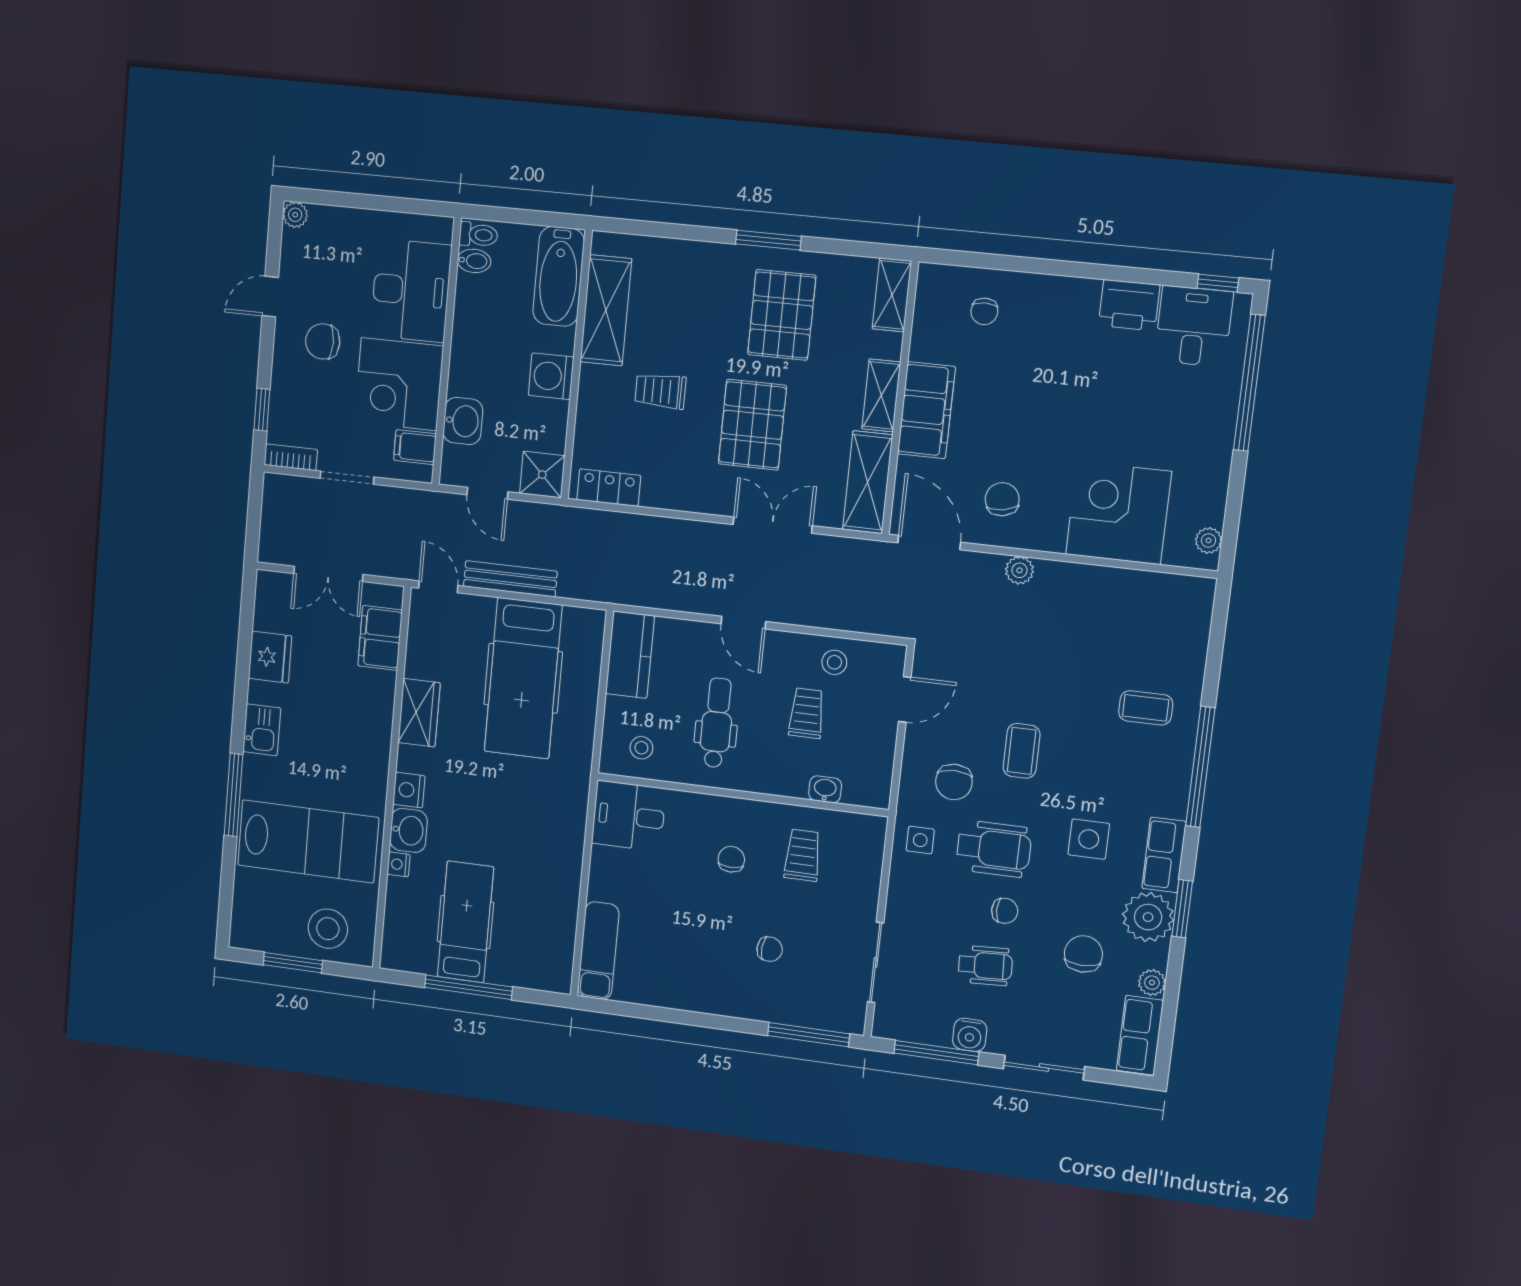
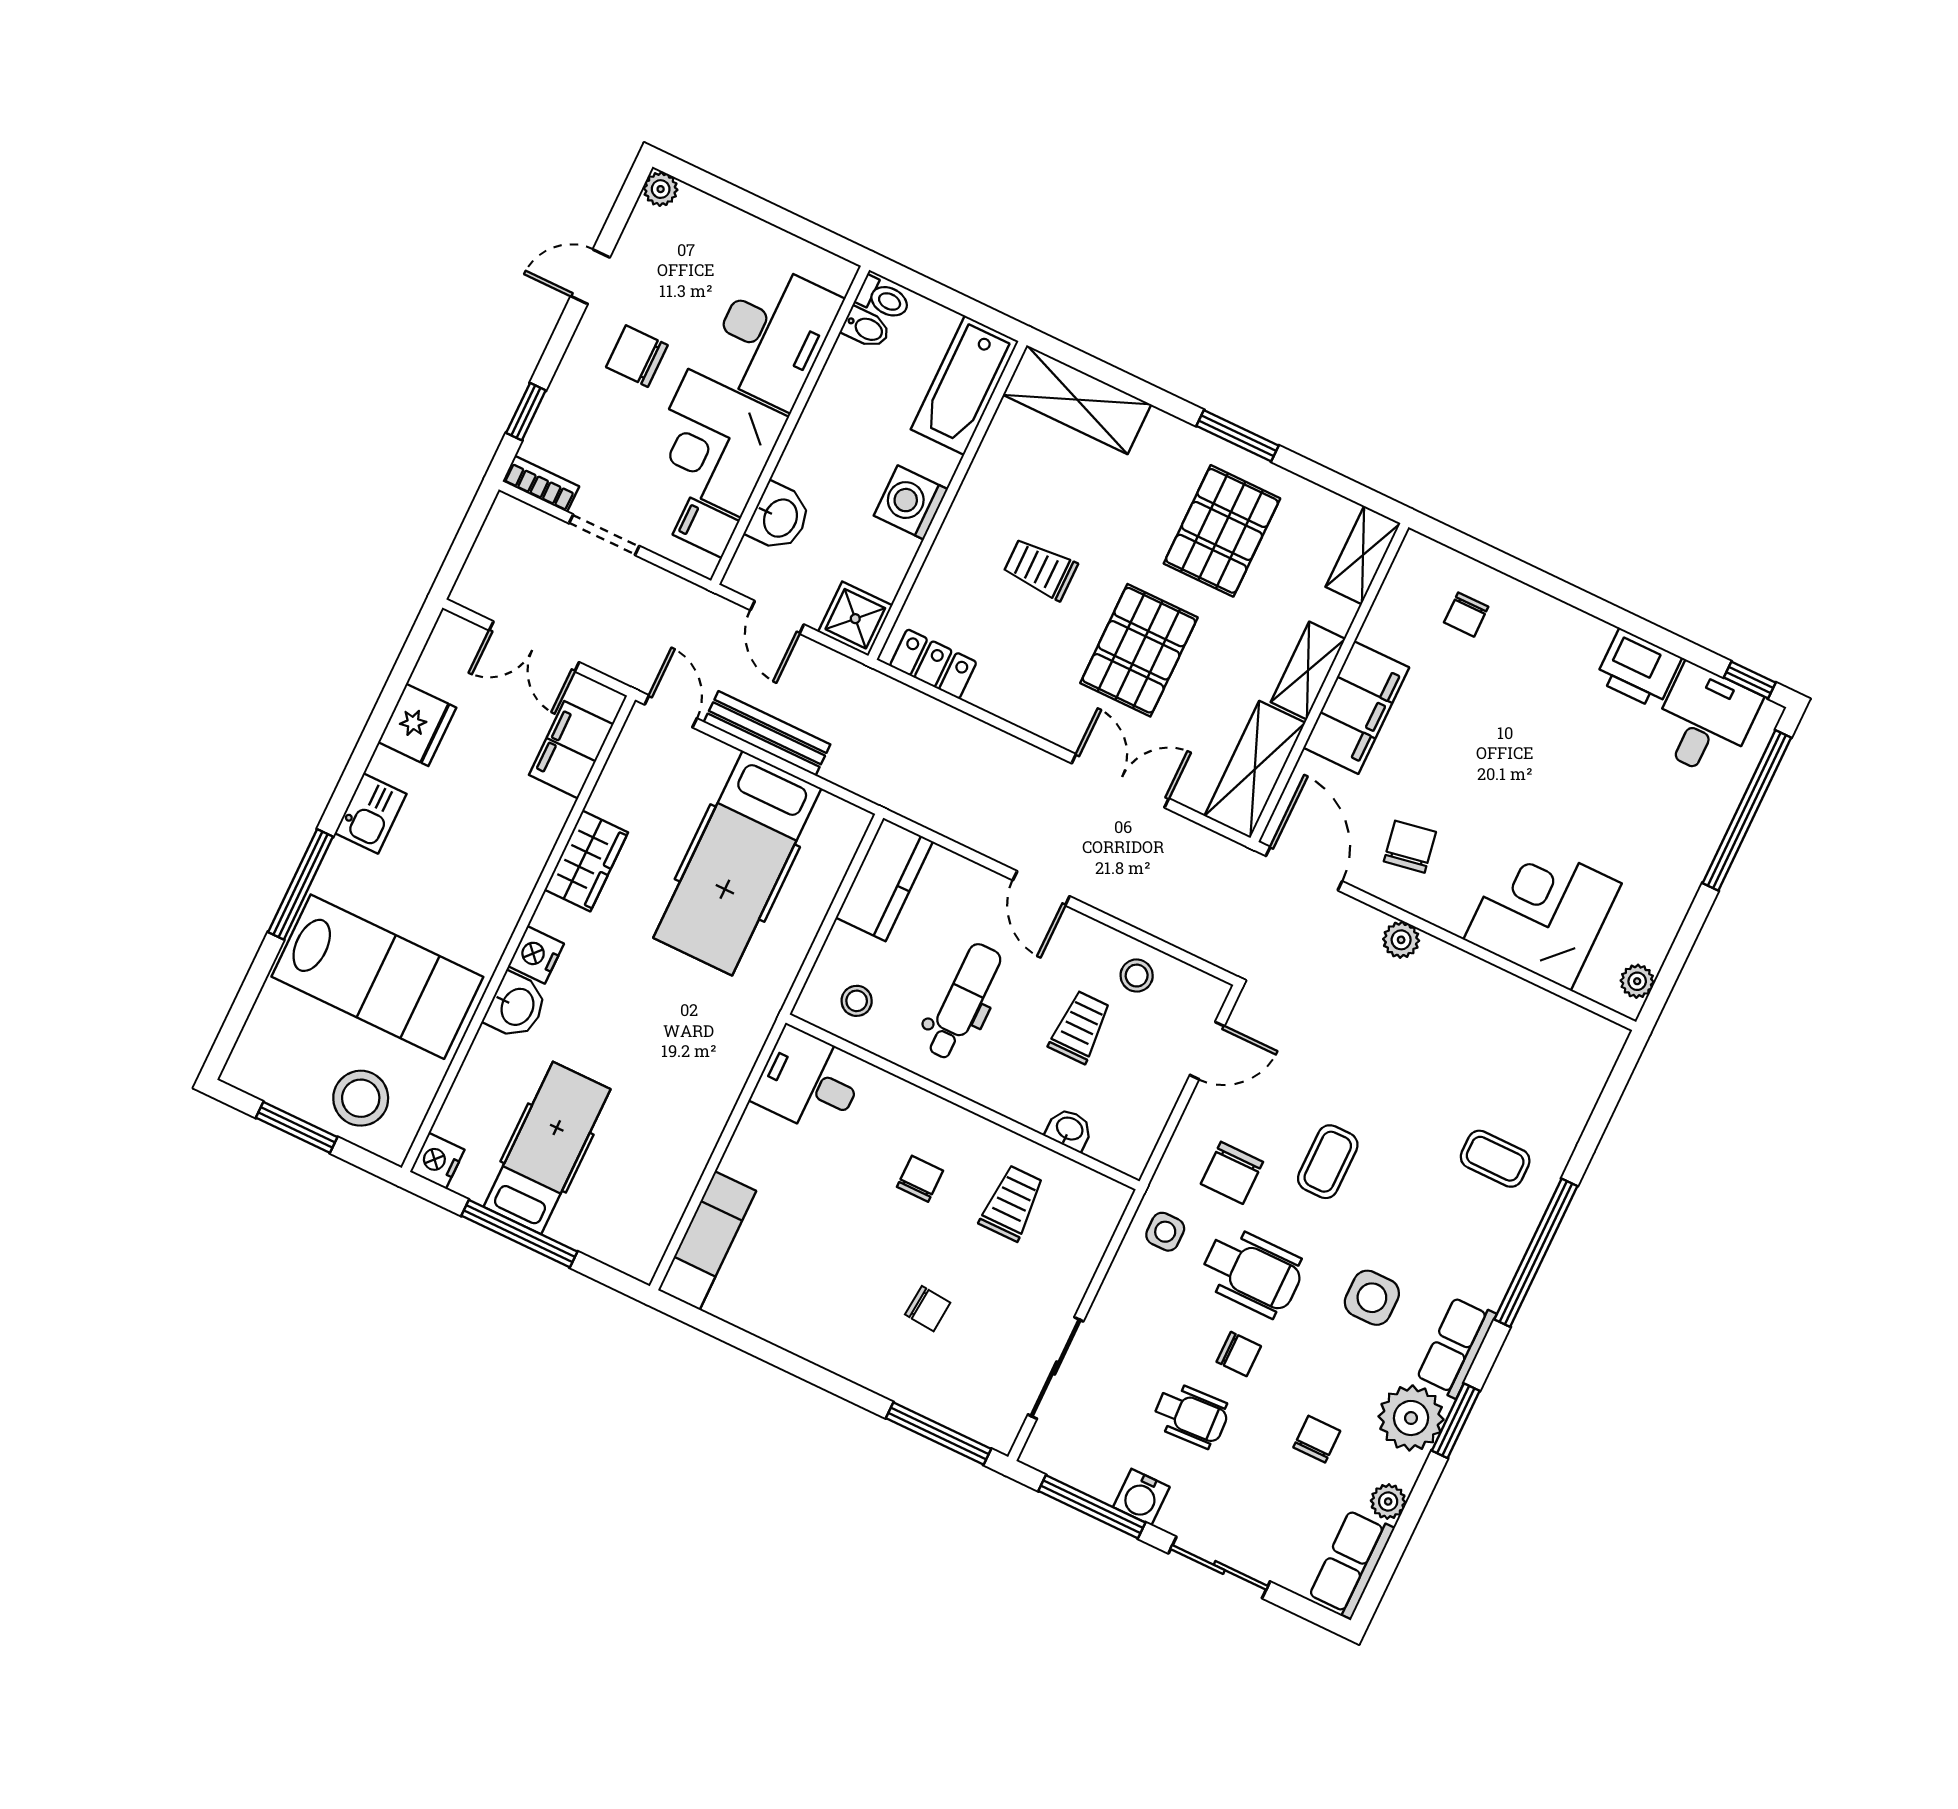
shelving: (606, 310) -> (1077, 400), moved, turned 90
nightstand: (399, 864) -> (437, 1161), moved, width x1.39, depth x1.35
chair: (1083, 954) -> (1317, 1439), width x0.73, depth x0.73

